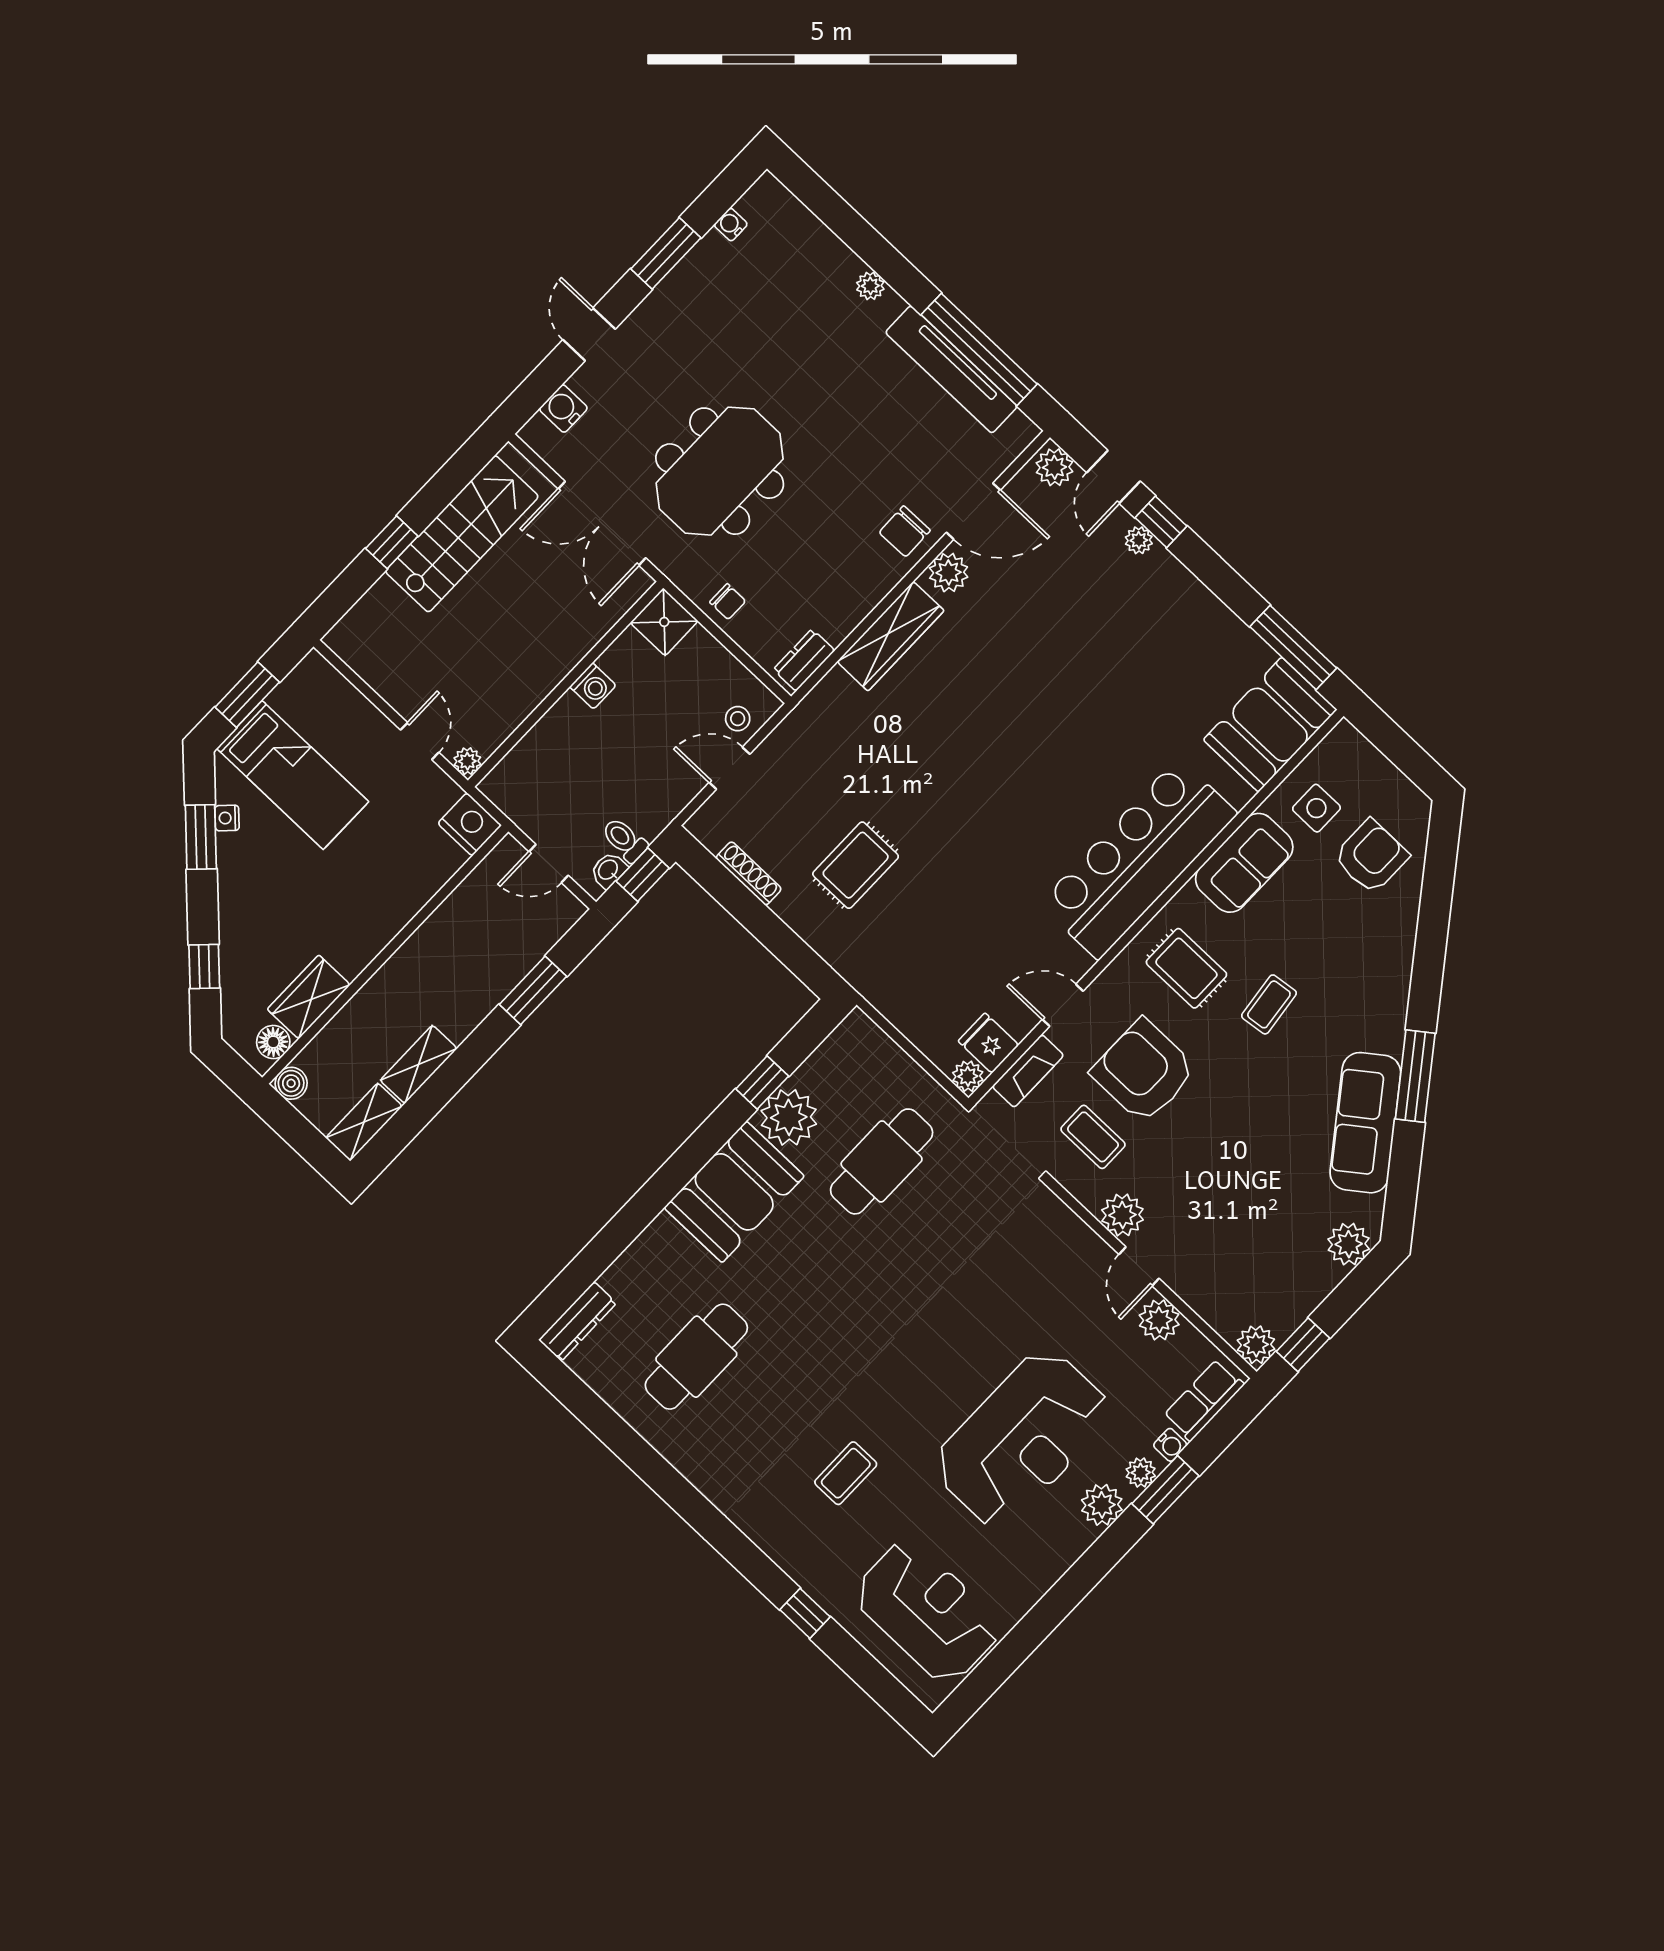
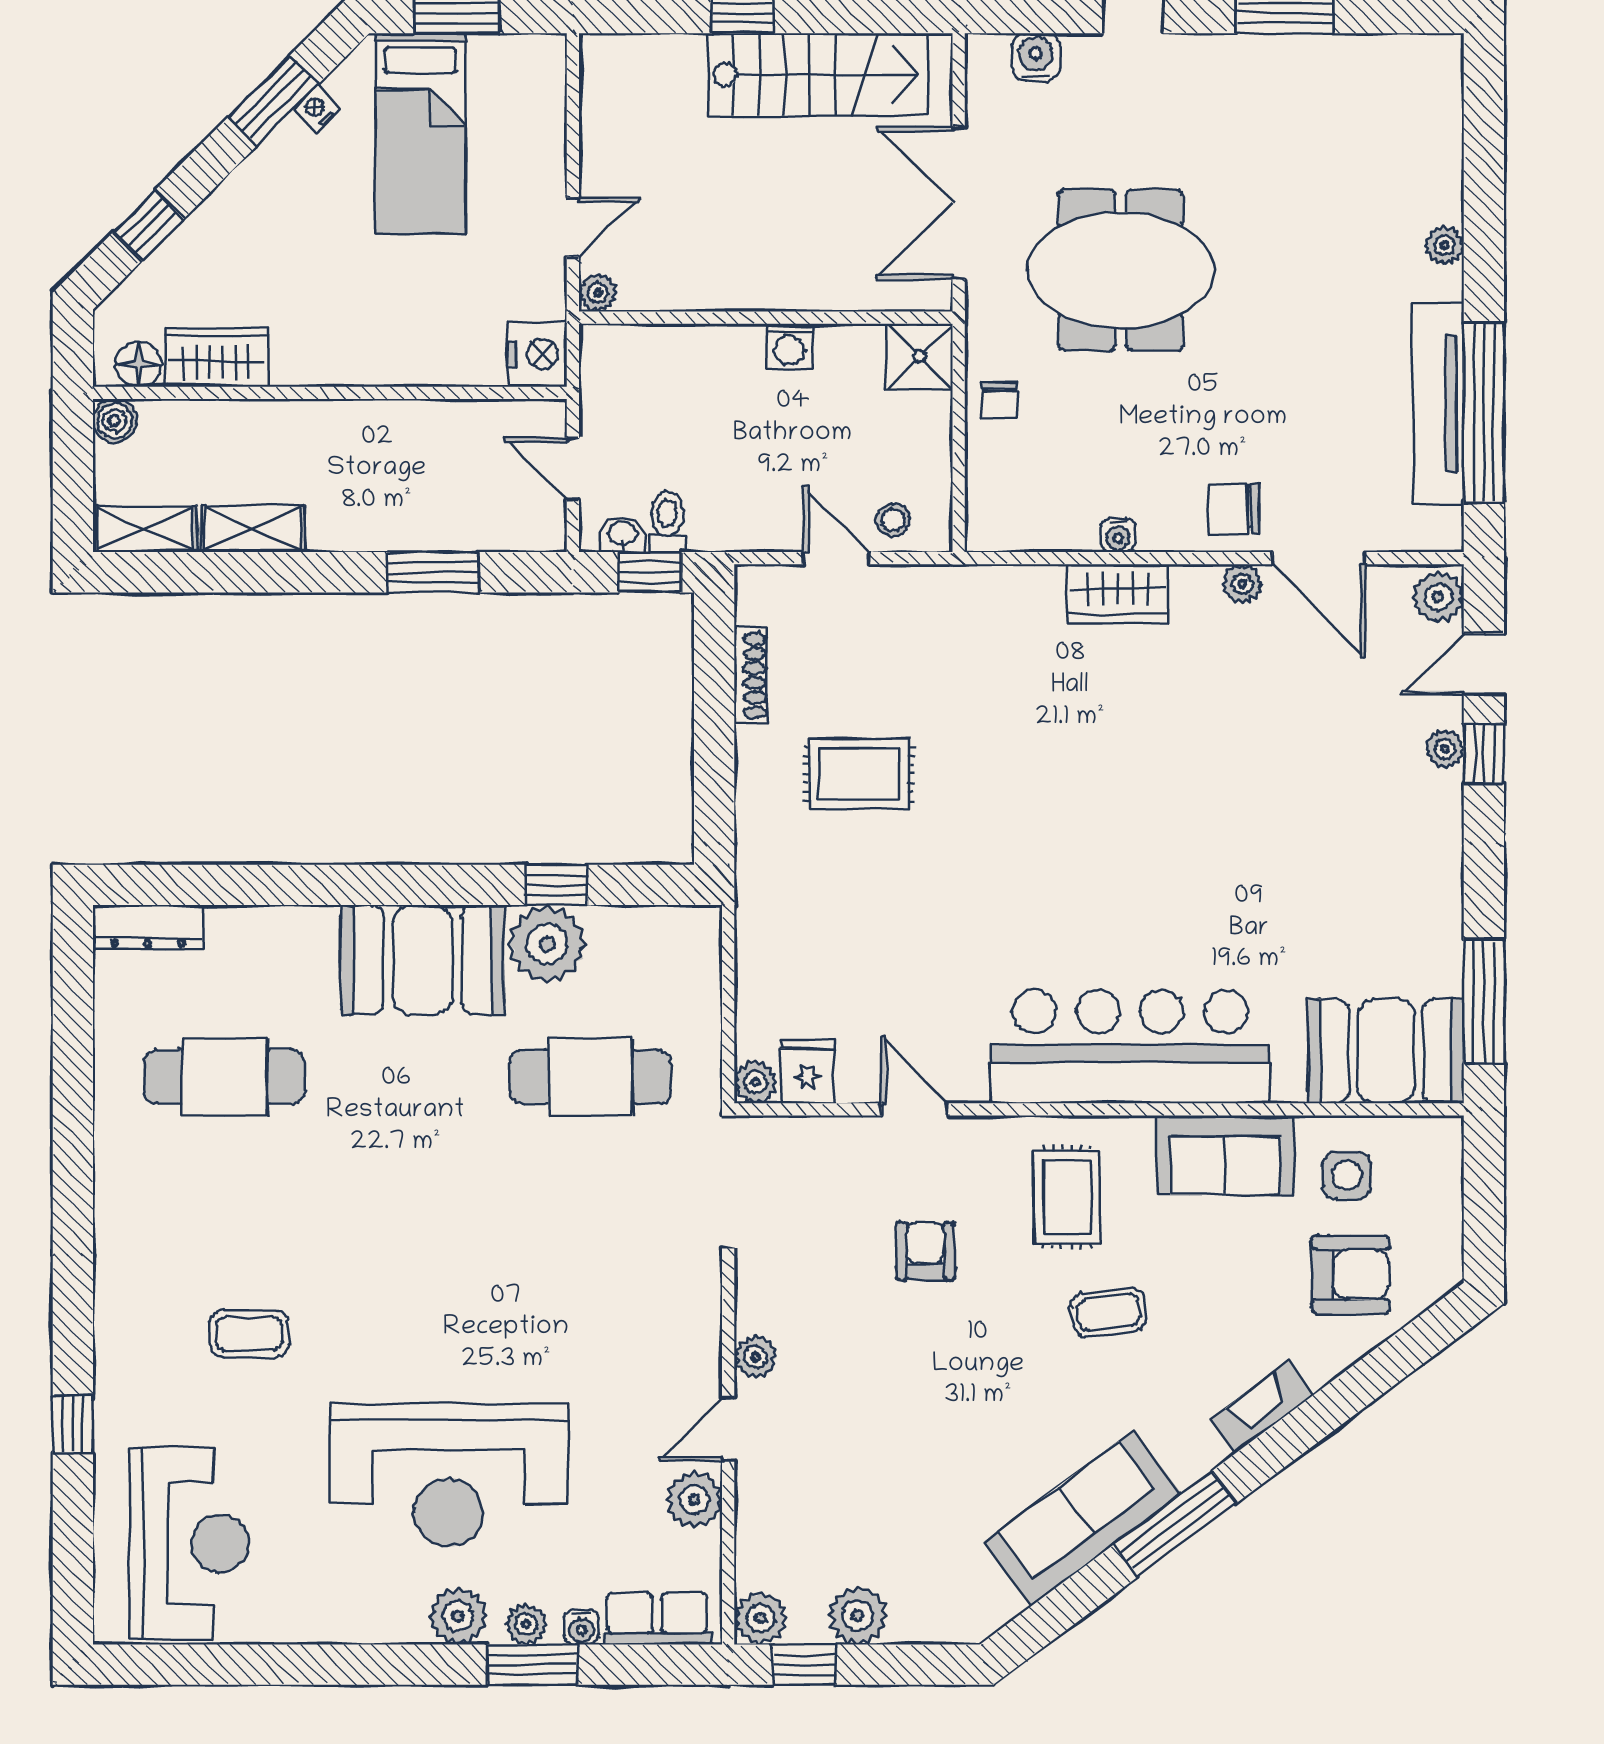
water cooler: (731, 225) -> (1118, 535), moved, turned 180
plant: (949, 573) -> (1242, 584), width x0.73, depth x0.73
wardrobe: (891, 636) -> (1118, 594), width x0.67
dresser: (804, 660) -> (1013, 530), removed
fireplace: (1028, 1071) -> (1262, 1407), moved, turned 143
armchair: (1144, 1071) -> (925, 1251), width x0.53, depth x0.53
coffee table: (1093, 1137) -> (813, 1263), removed
plant: (1122, 1215) -> (756, 1357), width x0.73, depth x0.73
plant: (1349, 1244) -> (857, 1615), moved

